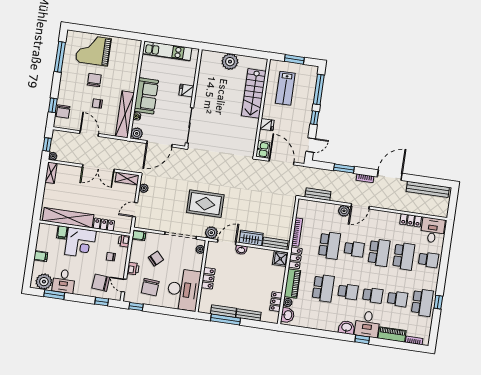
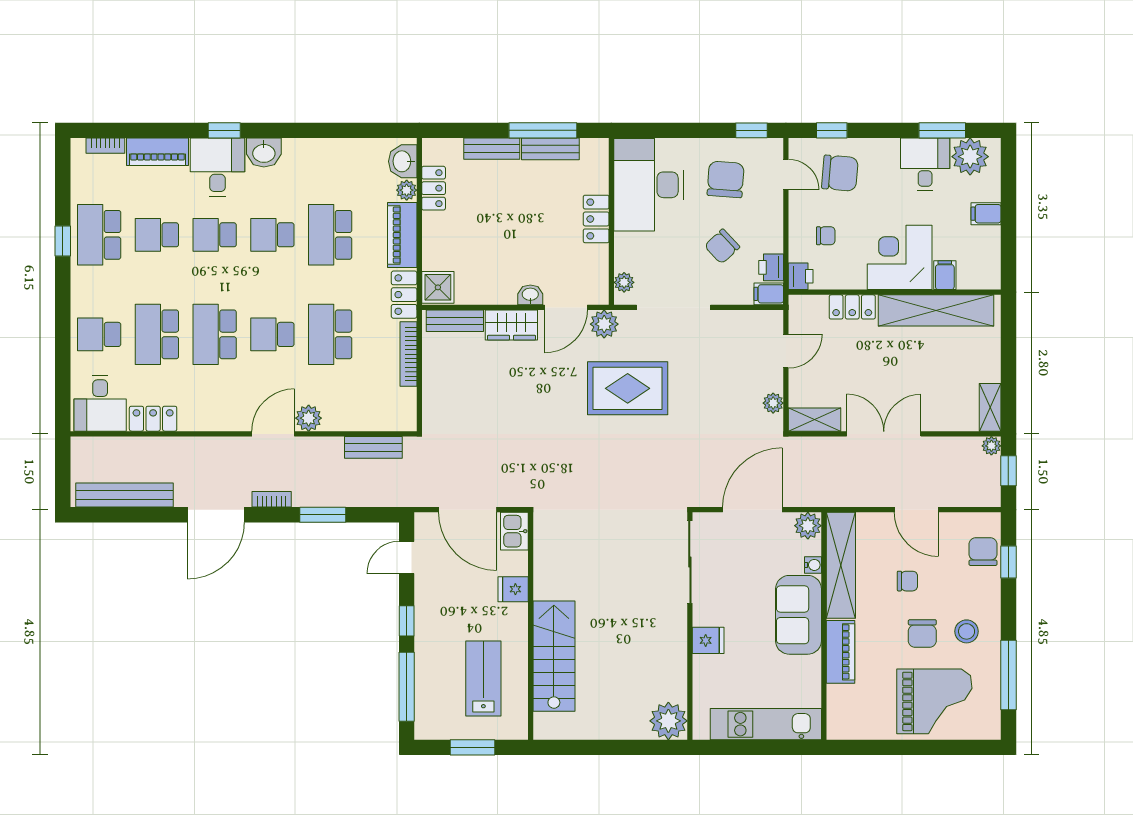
plant: (230, 62) -> (668, 721), moved
piano: (131, 77) -> (840, 652), added
stool: (75, 78) -> (967, 631), added
printer: (133, 269) -> (771, 267), moved

